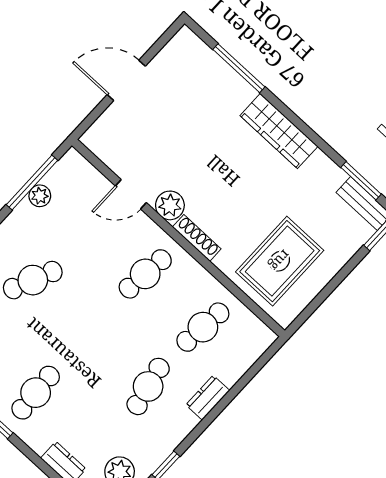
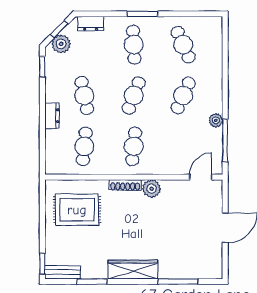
window: (361, 181) -> (92, 282), moved
door: (131, 194) -> (201, 177), moved
plant: (40, 196) -> (216, 120), moved
rug: (280, 261) -> (77, 210), turned 90
cafe table: (90, 333) -> (134, 96), added

